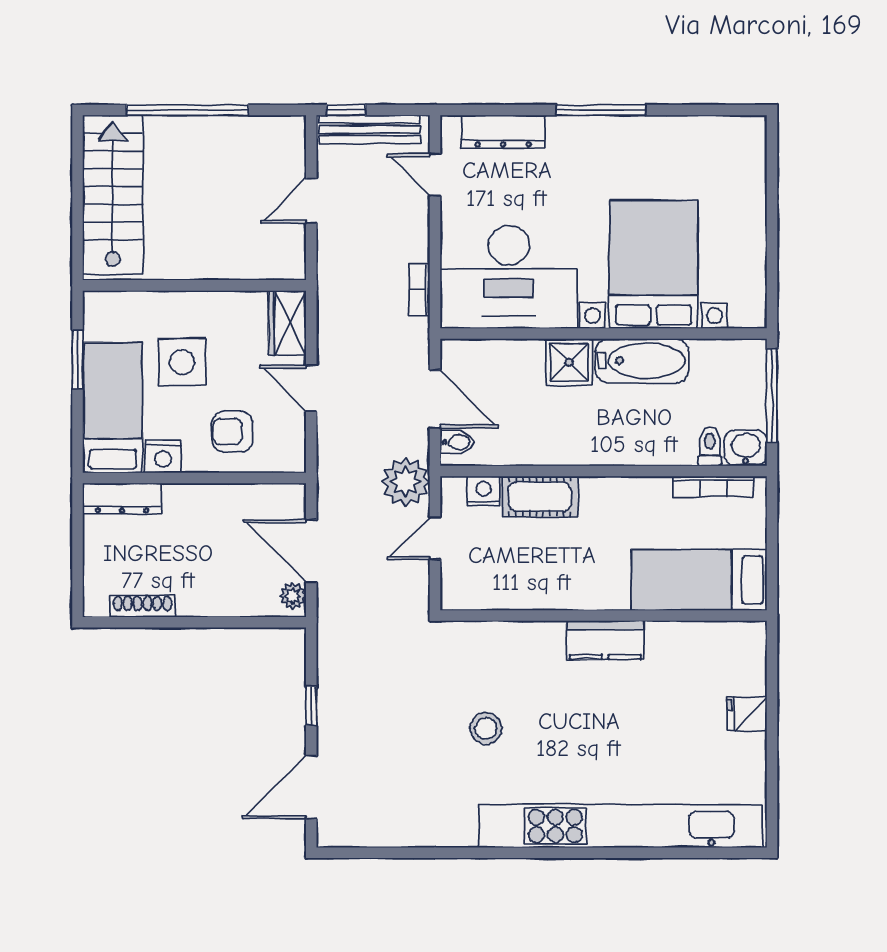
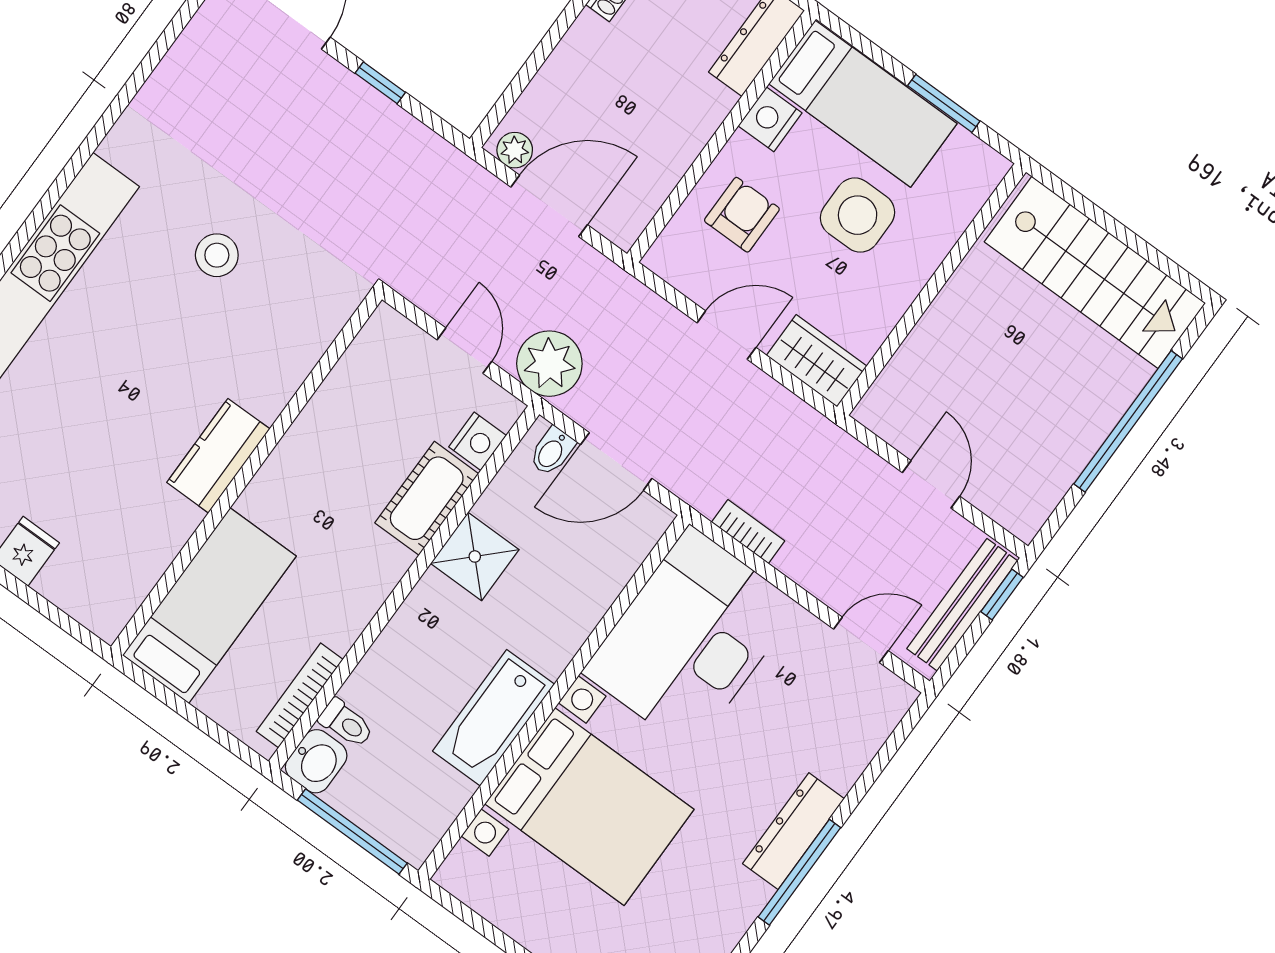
dresser: (503, 132) -> (793, 831), moved
shower: (569, 362) -> (475, 556), moved

